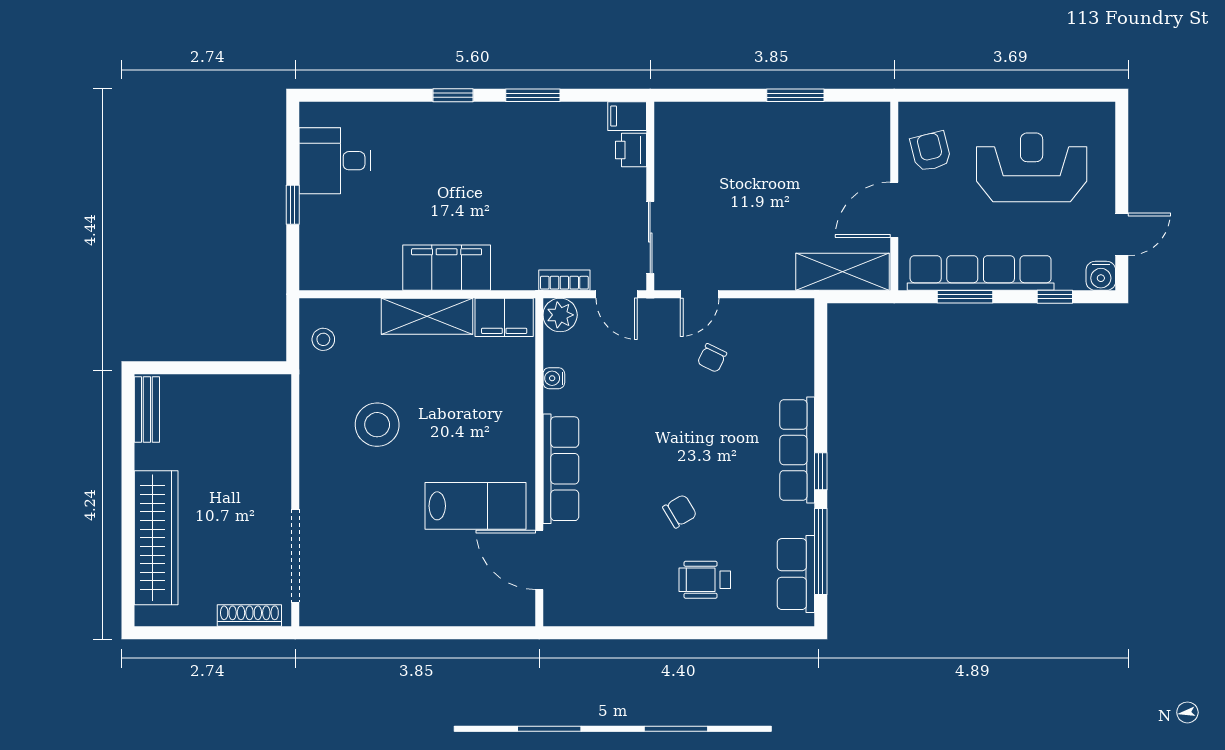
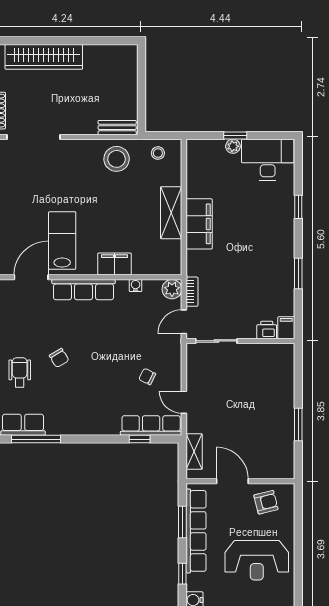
window: (453, 95) -> (298, 207), moved
desk: (335, 161) -> (268, 160), width x1.37
reception desk: (1032, 167) -> (257, 560), turned 90
plant: (312, 209) -> (233, 146), added
shelving: (843, 272) -> (194, 452), width x0.67, depth x0.75
door: (700, 294) -> (184, 402), moved
filing cabinet: (504, 317) -> (114, 264), moved, turned 90
bench: (147, 409) -> (117, 128), moved
stool: (377, 425) -> (117, 159), moved
row of seats: (797, 450) -> (151, 425), moved
window: (821, 471) -> (140, 439), moved
lab bench: (475, 506) -> (62, 241), turned 180

